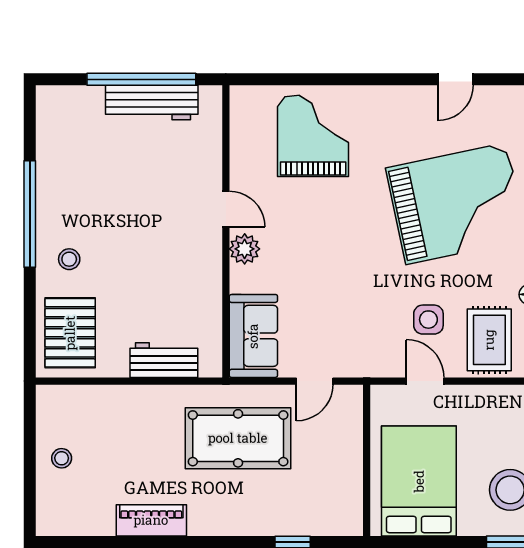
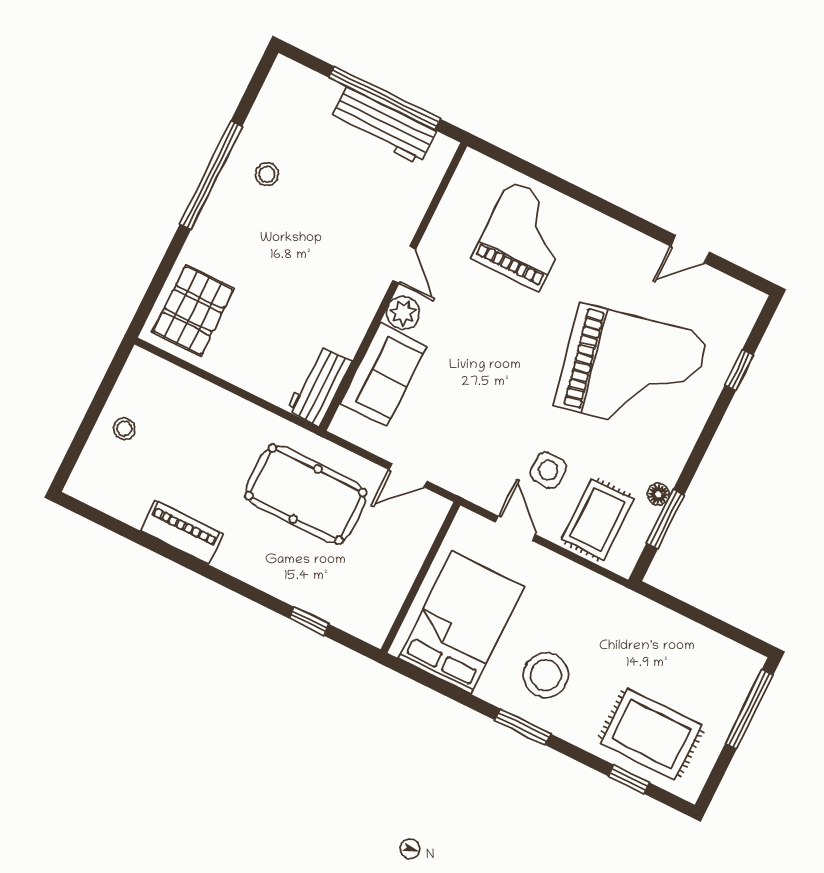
stool: (69, 259) -> (267, 174), moved
sofa: (253, 336) -> (383, 375), moved
workbench: (164, 360) -> (319, 386), moved, turned -90

